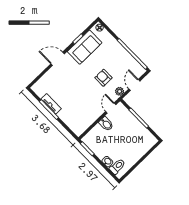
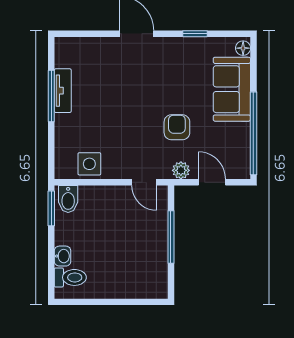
sofa: (85, 47) -> (232, 89), moved, turned 90
door: (134, 85) -> (212, 182), hinge flipped
door: (111, 108) -> (144, 182), swing flipped
side table: (85, 120) -> (89, 164), added
bidet: (106, 124) -> (68, 199), moved

